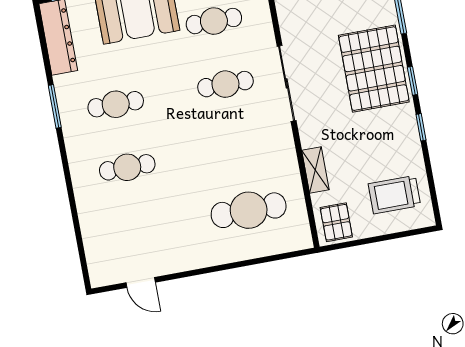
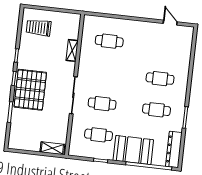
trolley: (394, 195) -> (39, 28), turned 180
cafe table: (249, 210) -> (109, 41), width x0.73, depth x0.74
pallet: (336, 222) -> (70, 23), removed

